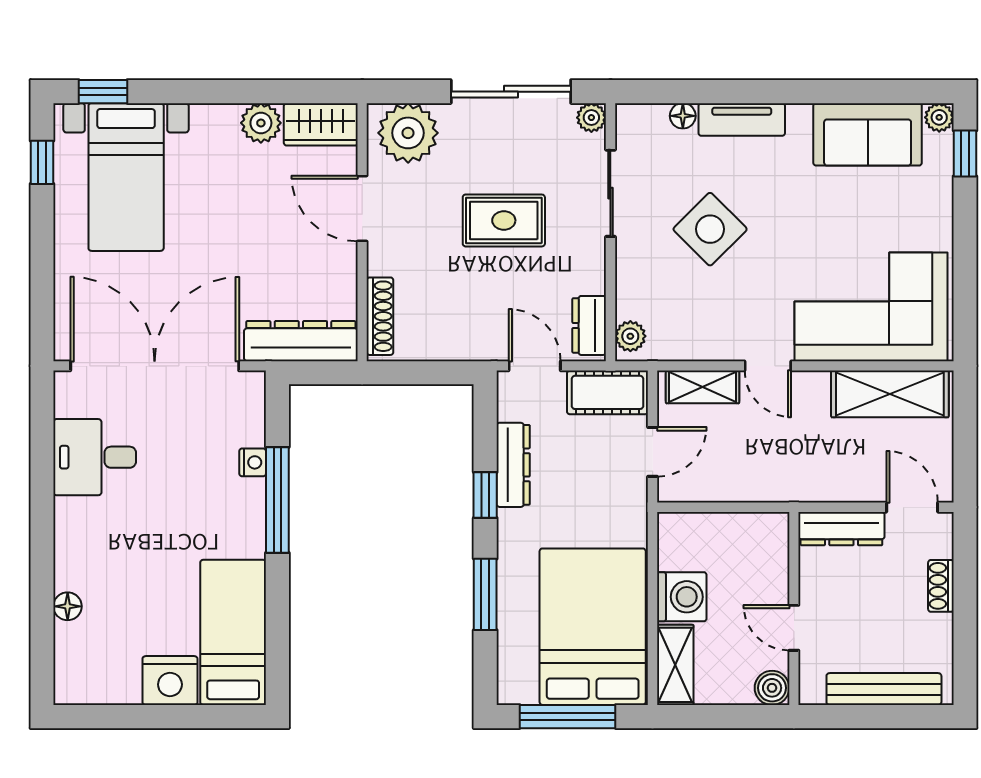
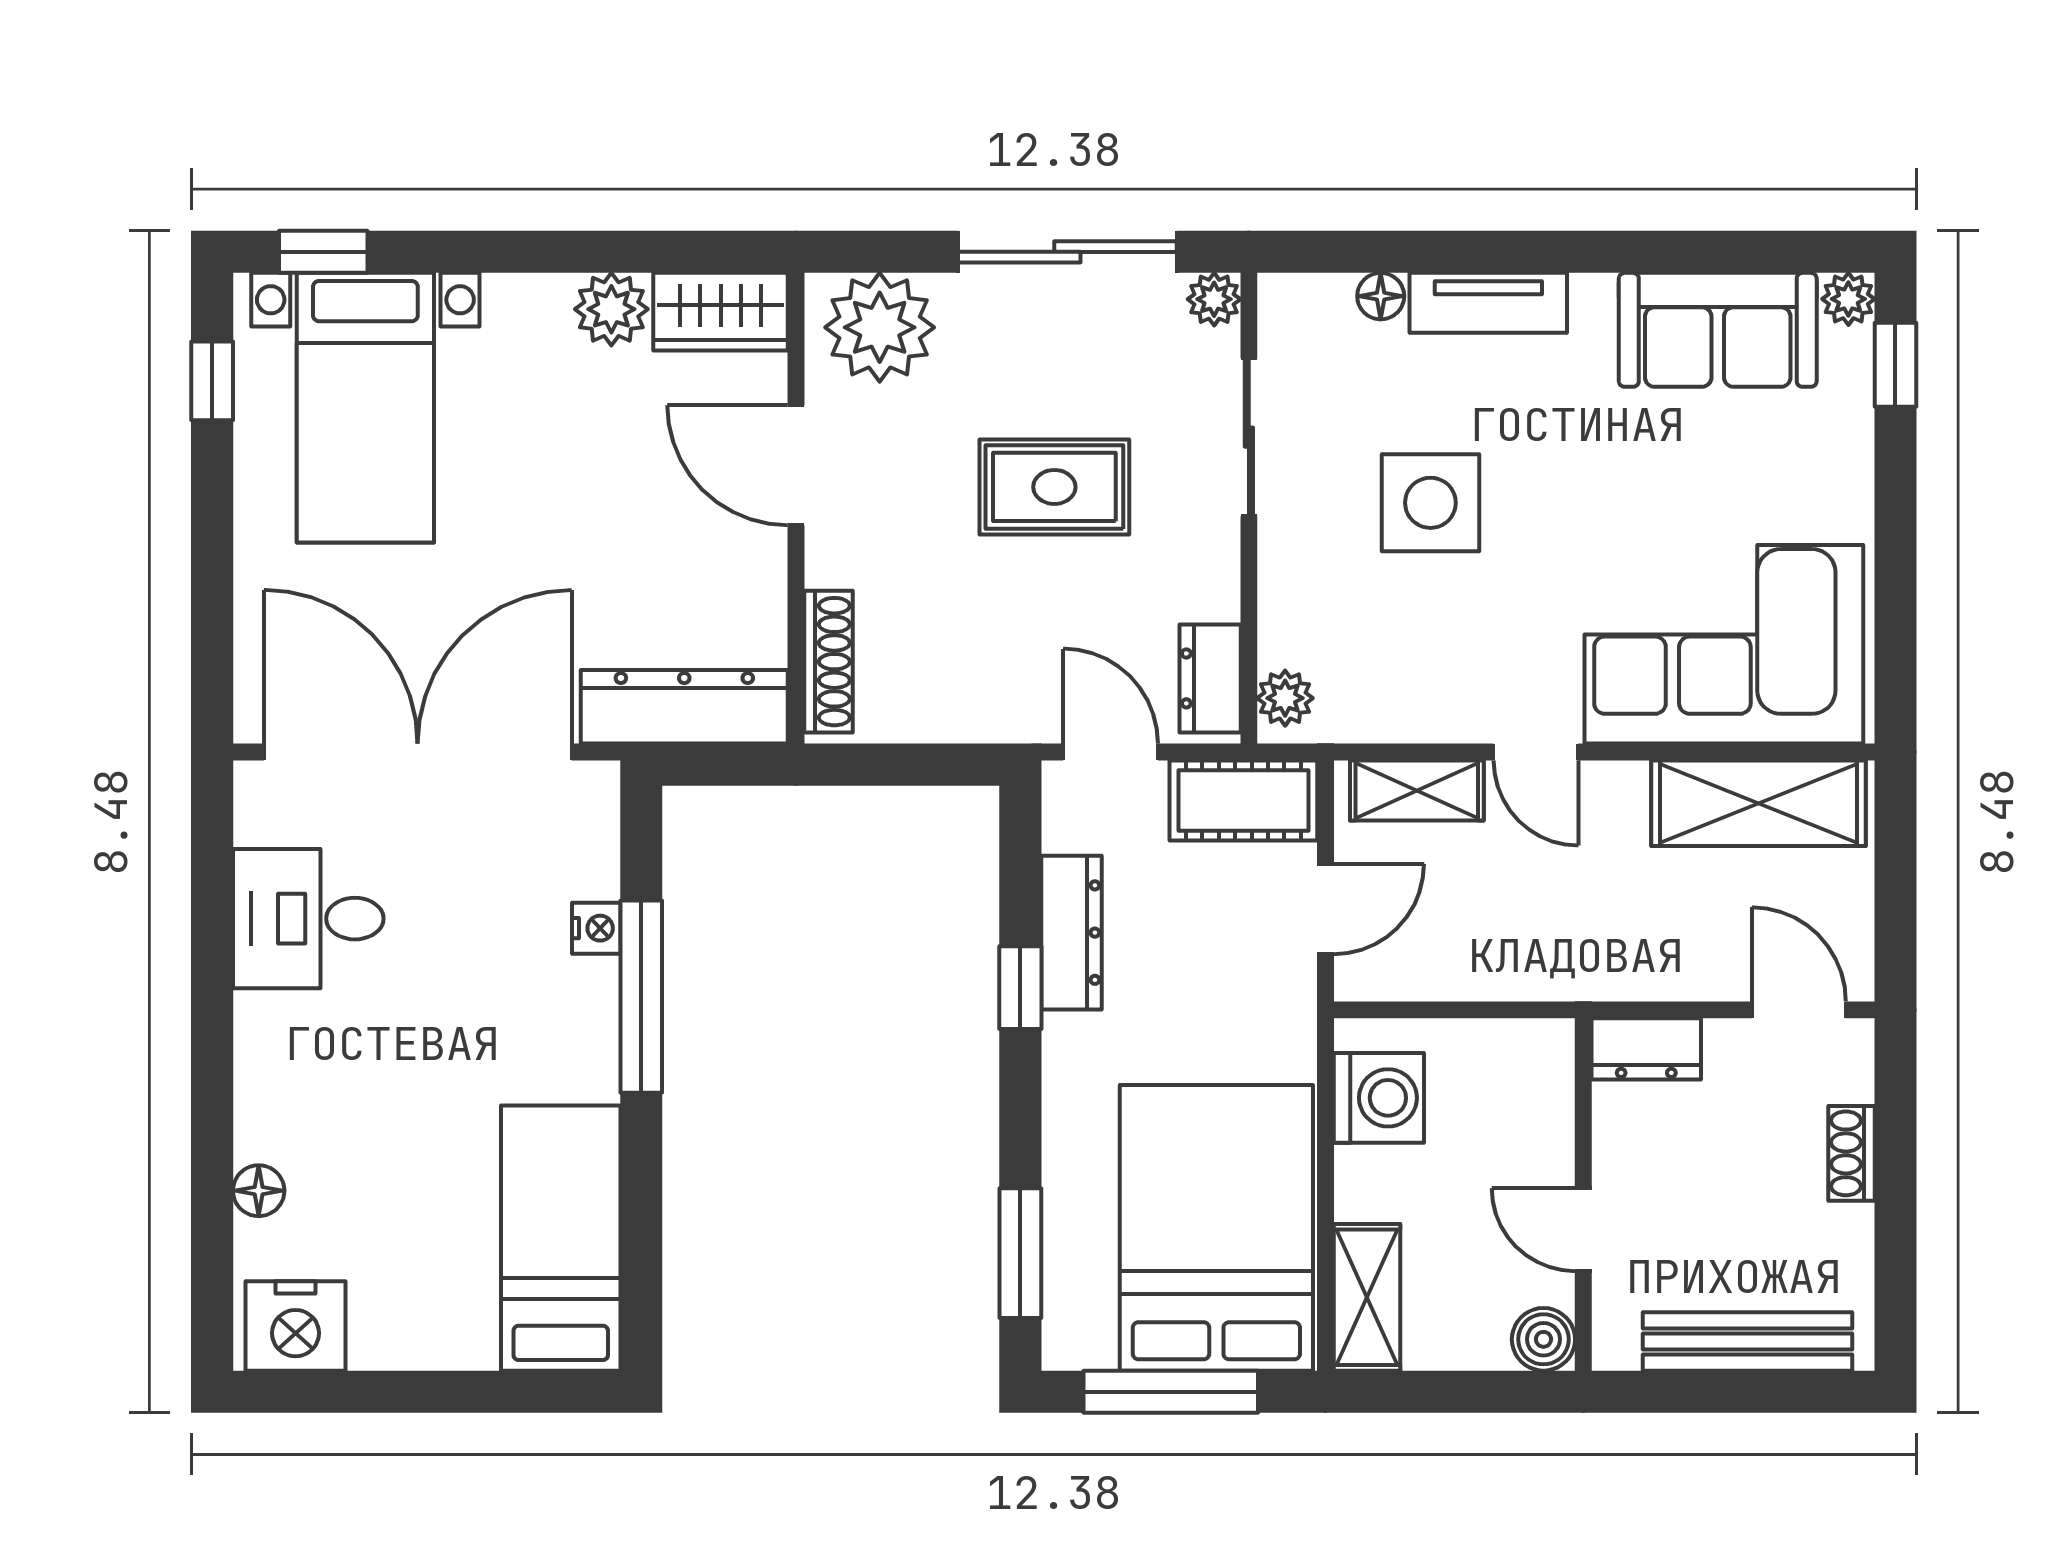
side table: (710, 229) -> (1430, 503), turned 45
dresser: (841, 529) -> (1646, 1049), width x0.70
window: (485, 594) -> (1020, 1253), moved
washing machine: (682, 597) -> (1379, 1098), moved
nightstand: (170, 681) -> (295, 1326), moved

